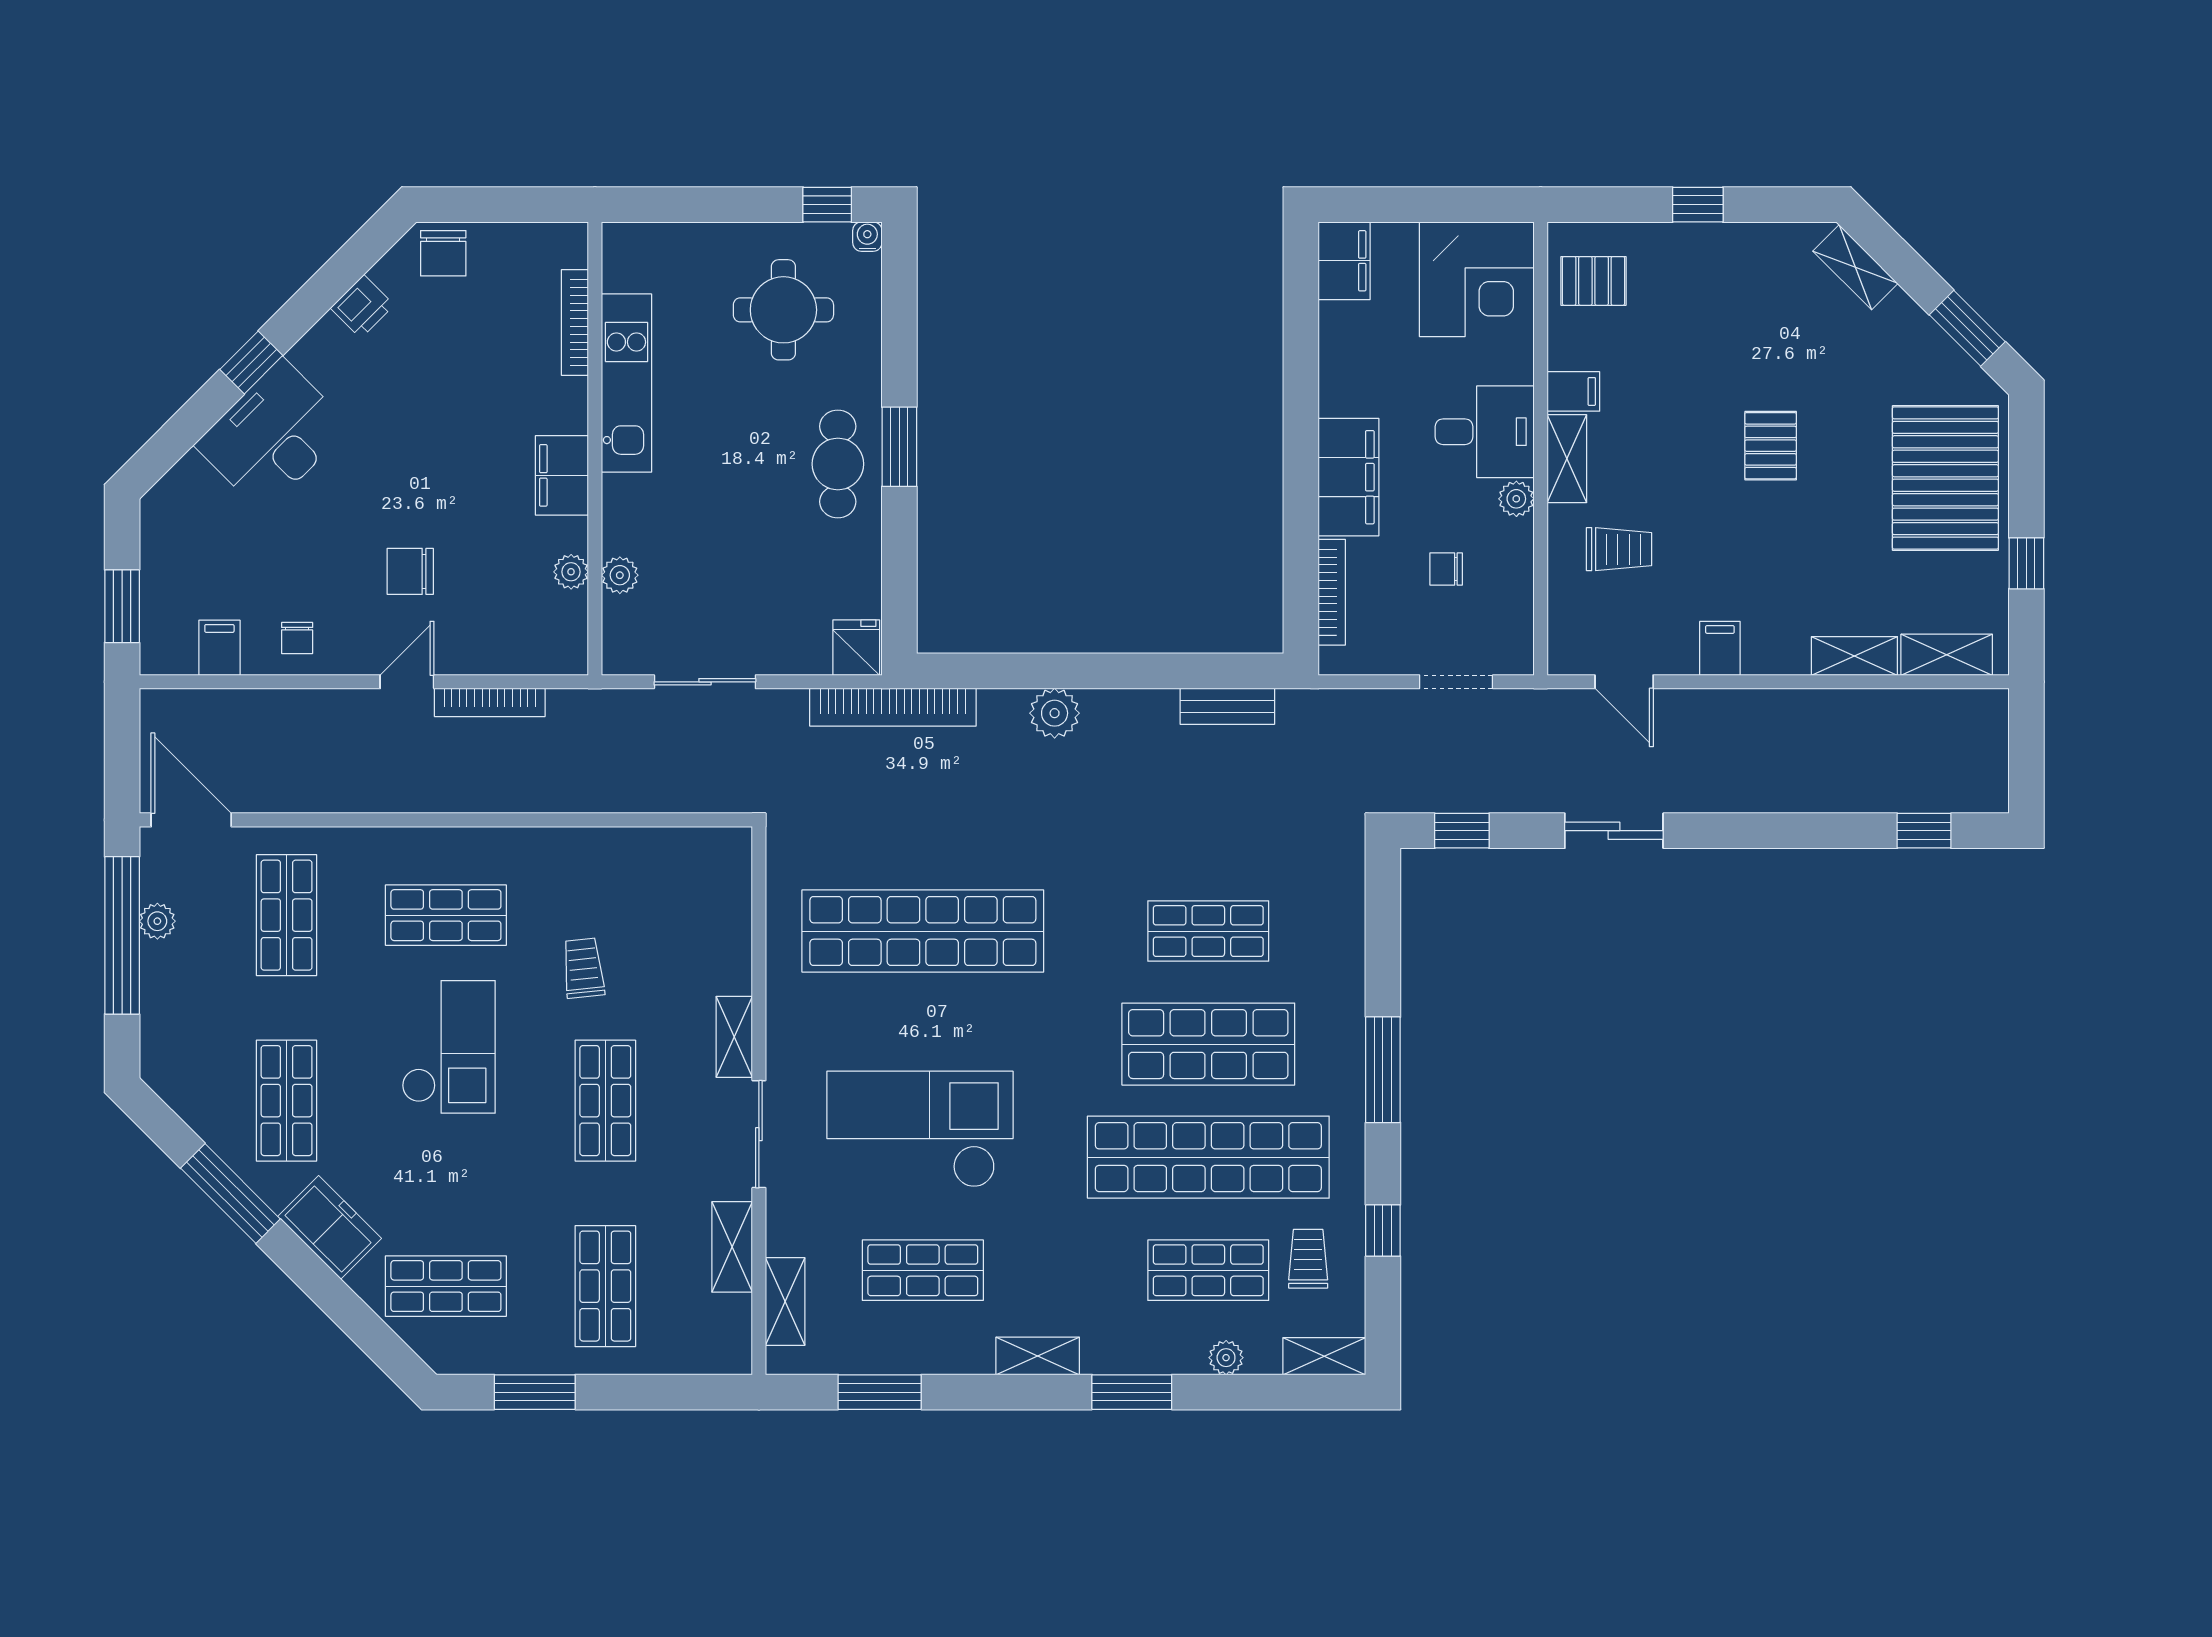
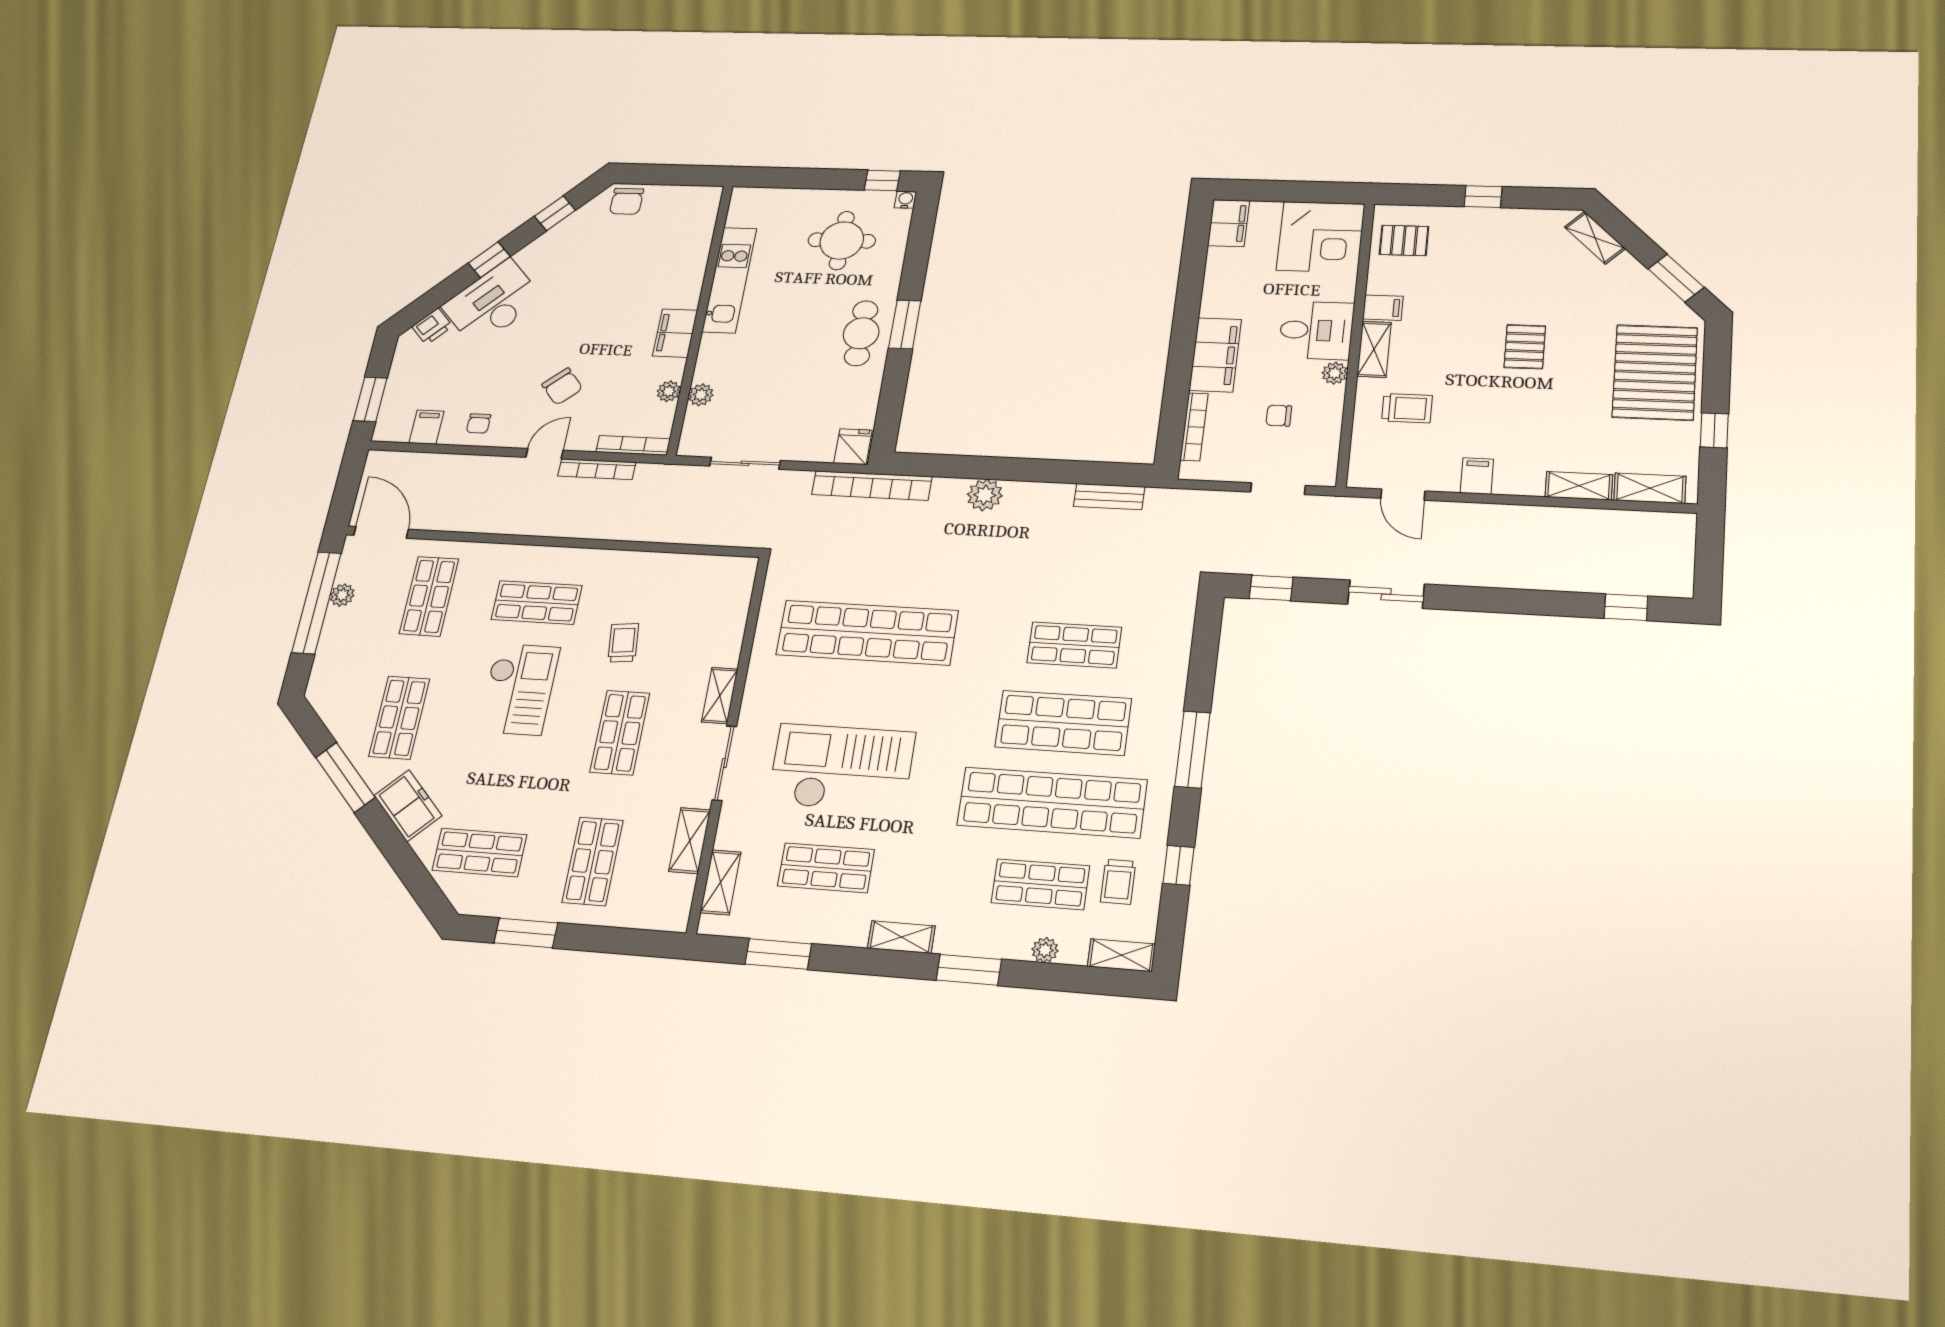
window: (336, 278) -> (555, 213), added
printer: (362, 307) -> (432, 326), moved
bookcase: (575, 323) -> (633, 445), moved, turned 90
chair: (410, 571) -> (562, 387), turned -131
trolley: (1308, 1259) -> (1118, 882), turned 180

